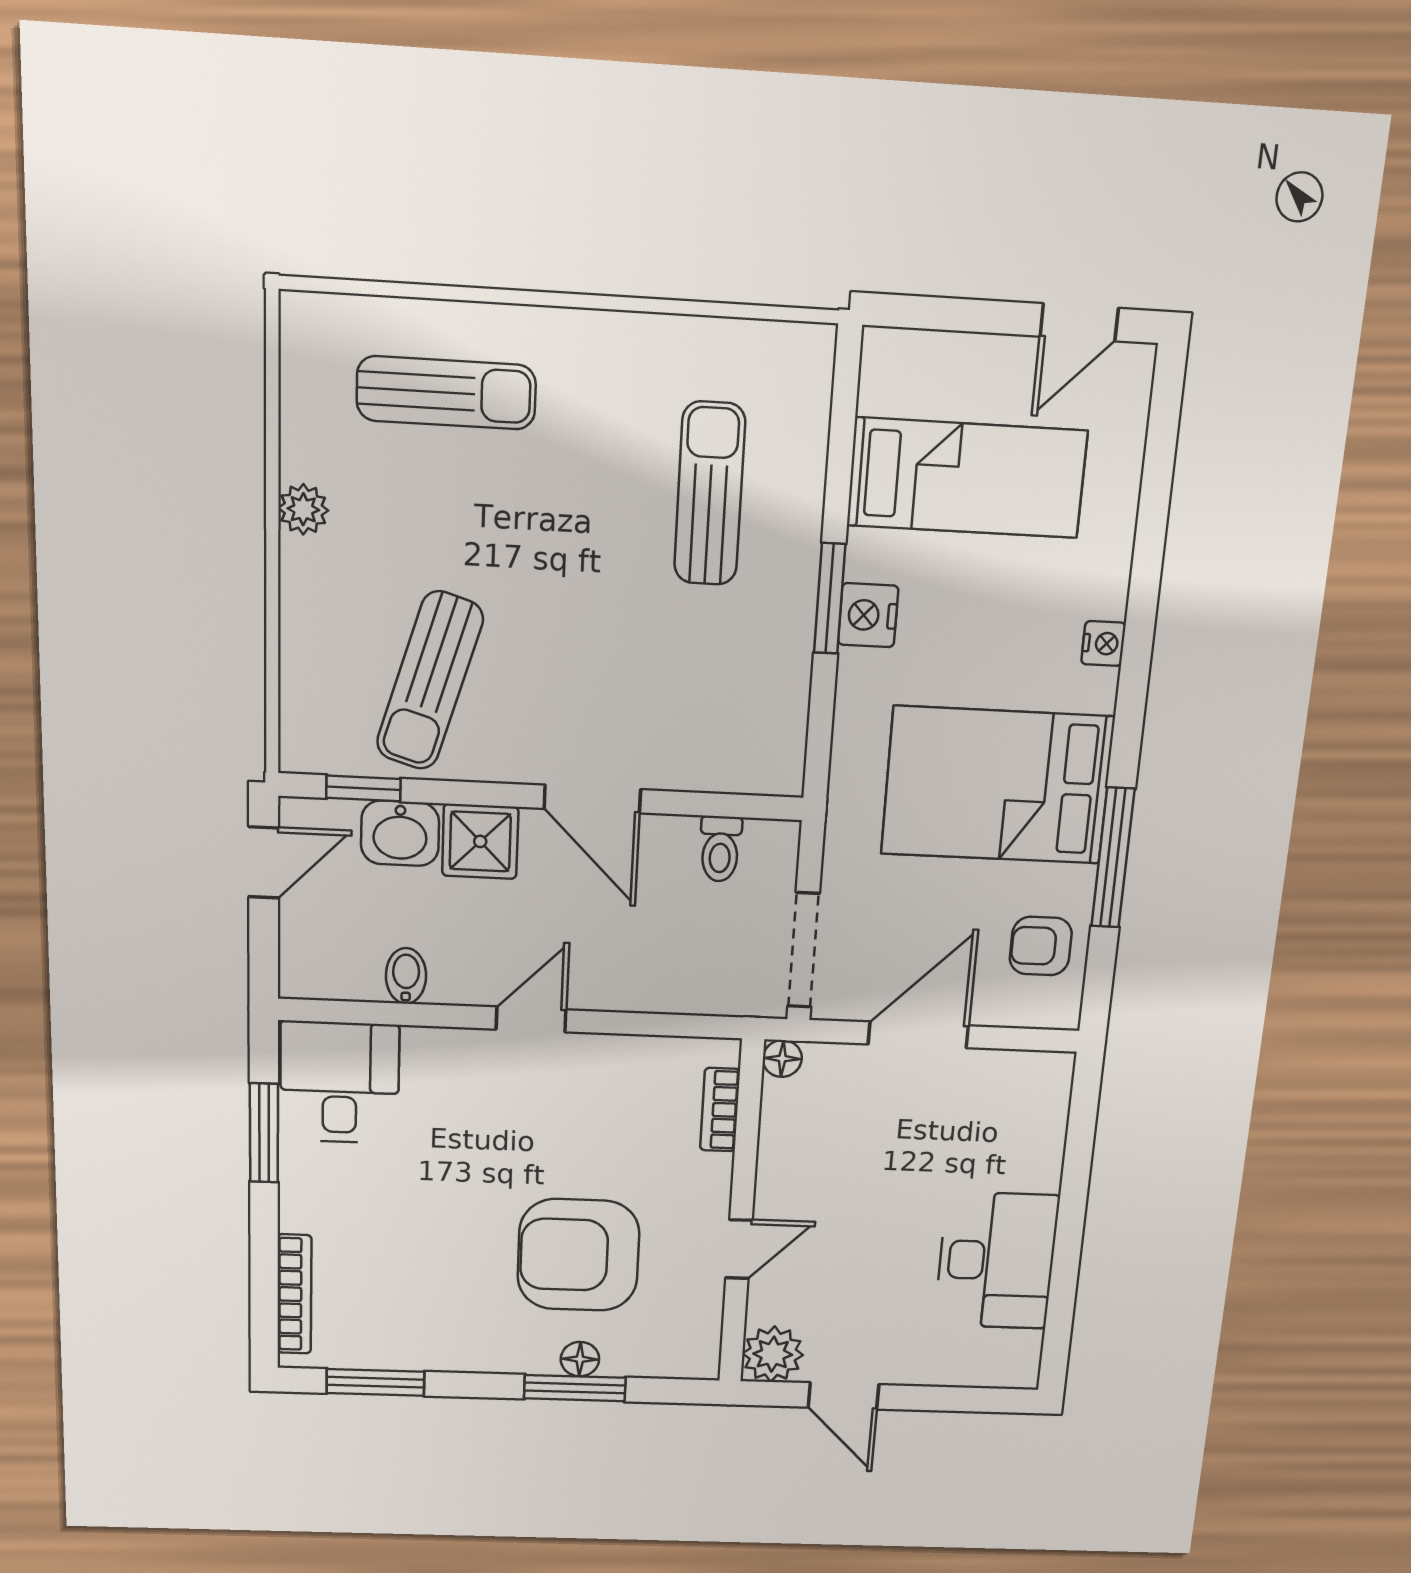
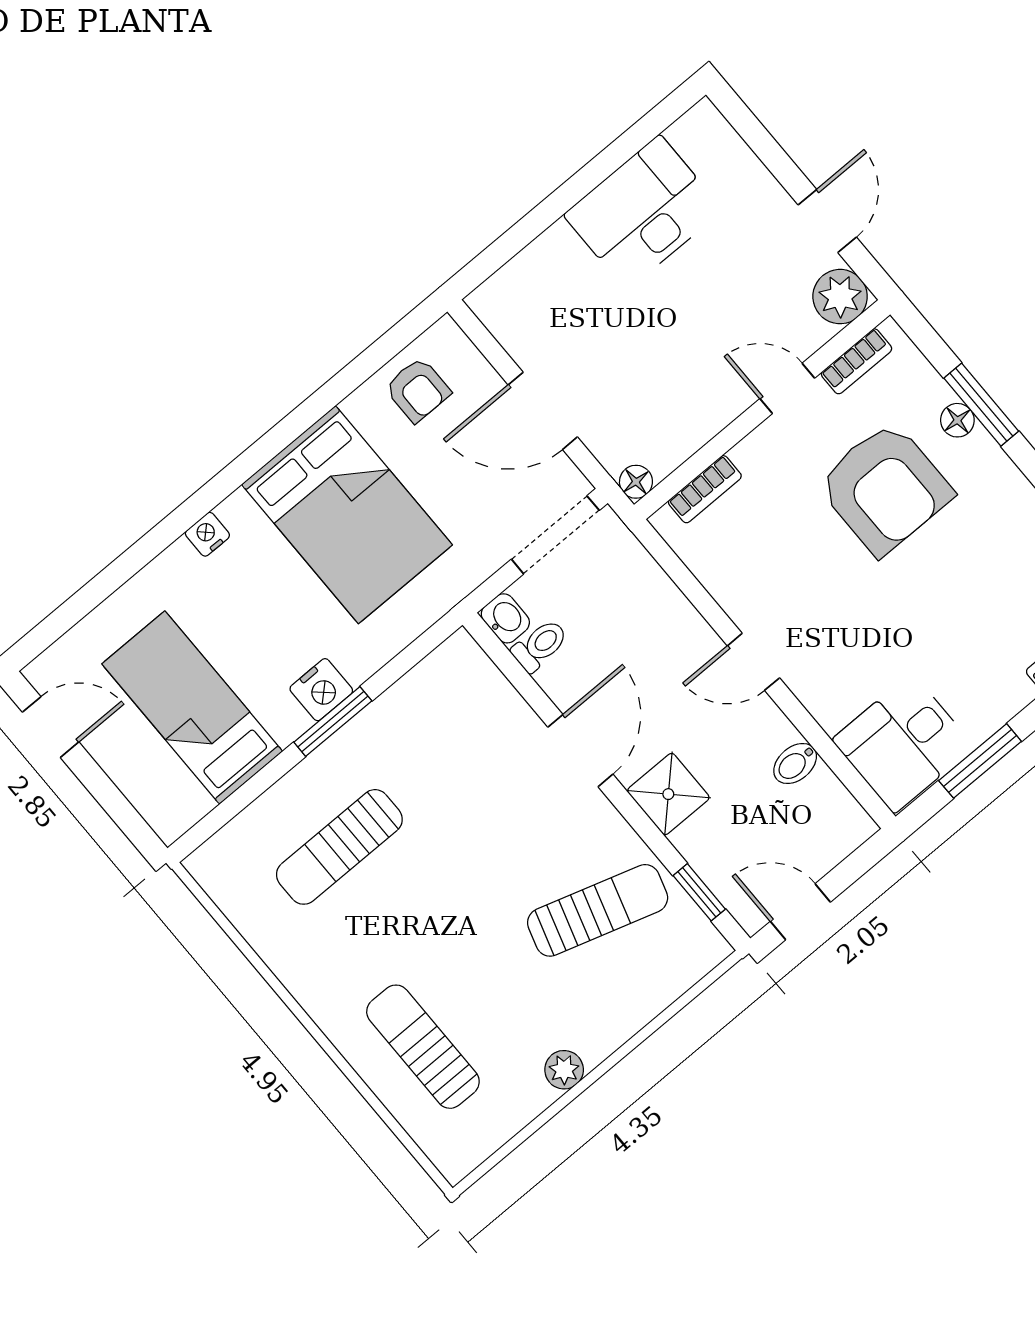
washbasin: (400, 833) -> (505, 618), moved, width x0.72, depth x0.69
window: (1113, 858) -> (324, 400), removed
bookcase: (707, 1322) -> (856, 361), added

